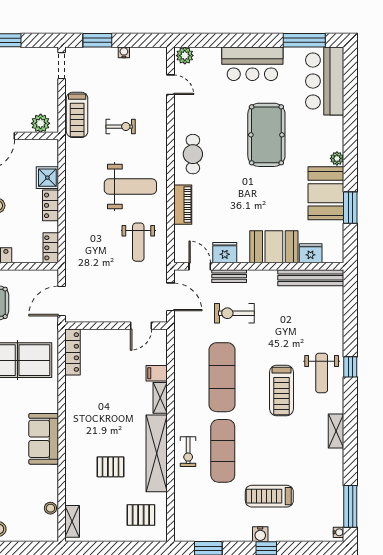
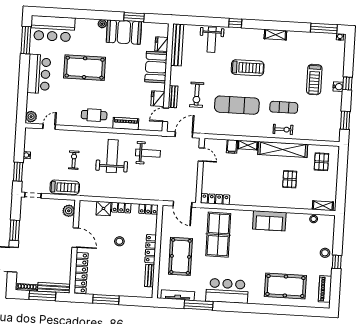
weight bench: (322, 373) -> (212, 40), moved, turned 90
exercise mat: (223, 451) -> (284, 107), width x0.73, depth x0.69

